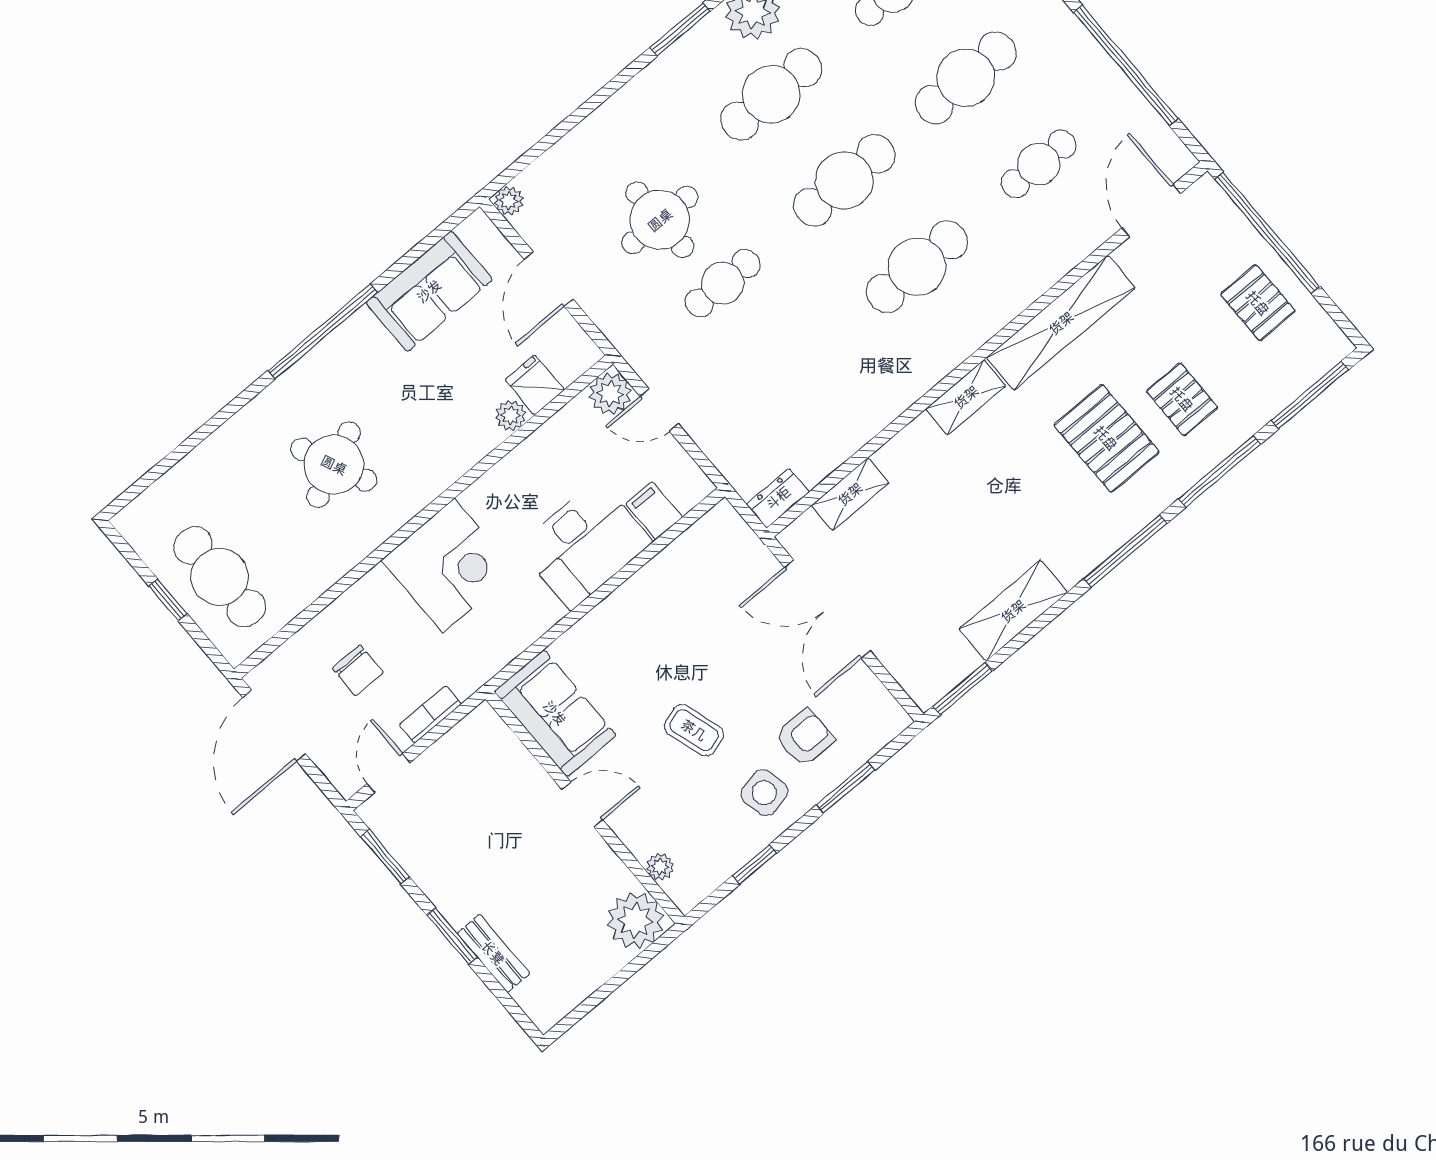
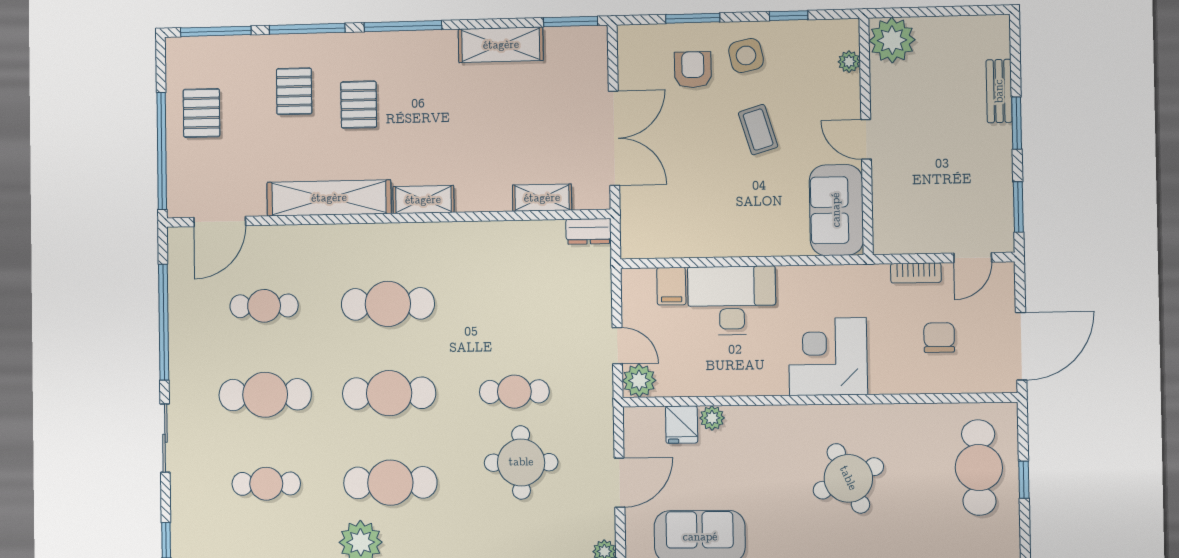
pallet: (1106, 438) -> (359, 105), width x0.67, depth x0.71
armchair: (805, 737) -> (693, 70), turned 90

